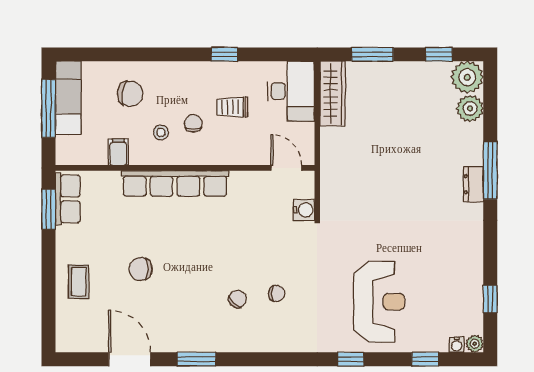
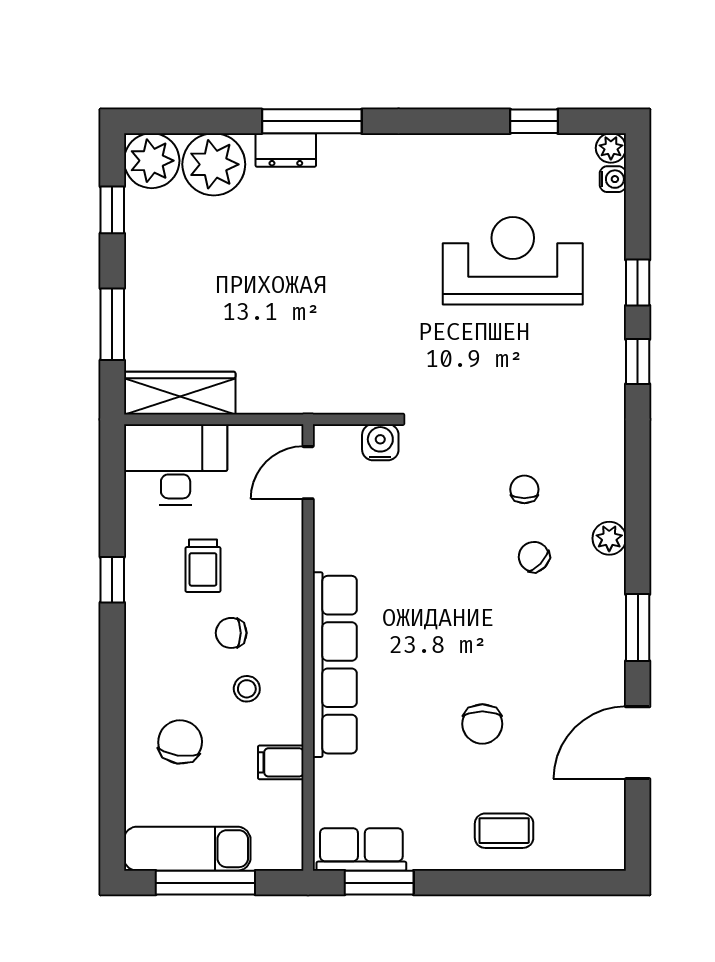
plant: (470, 108) -> (214, 164), width x1.36, depth x1.36
dresser: (473, 184) -> (286, 150), moved
reception desk: (379, 302) -> (513, 261), moved
plant: (248, 343) -> (609, 538), added
window: (425, 359) -> (638, 283), moved

